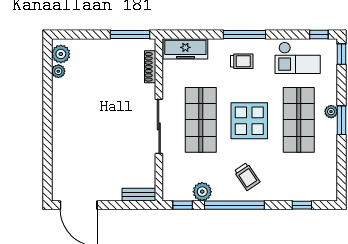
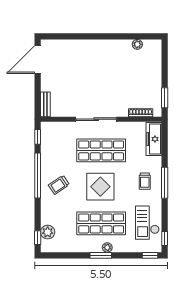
window: (130, 34) -> (165, 98), width x0.69
plant: (61, 54) -> (150, 46), removed
plant: (202, 192) -> (48, 232), moved
window: (302, 205) -> (38, 238), moved

